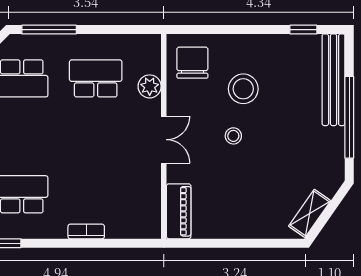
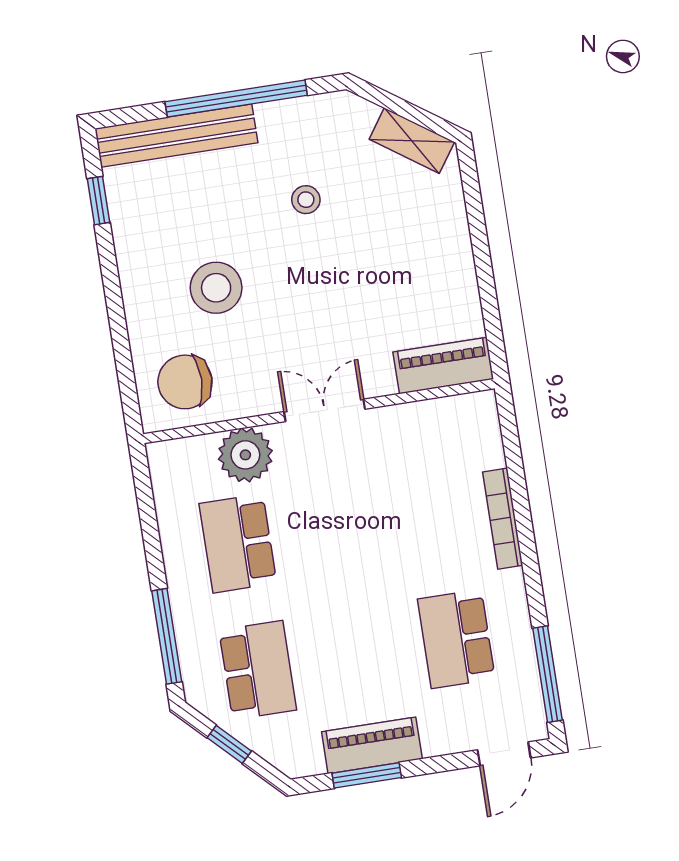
plant: (150, 86) -> (245, 455), width x1.36, depth x1.36
stool: (233, 136) -> (306, 200), moved
bookcase: (86, 231) -> (503, 519), width x1.56

